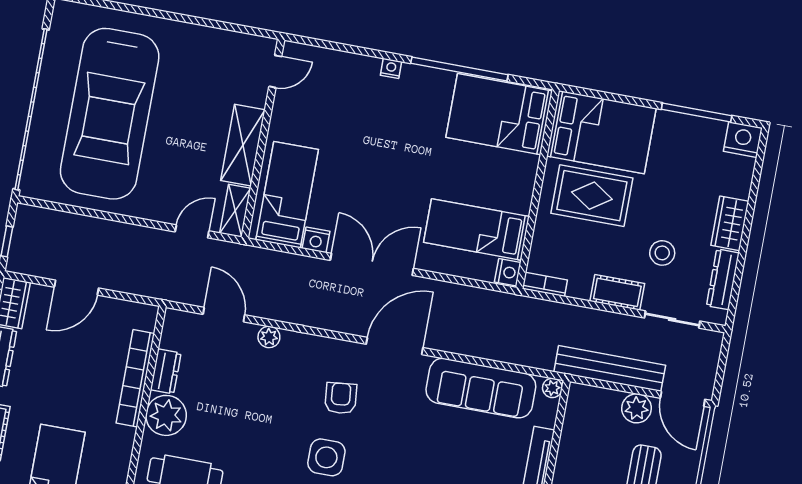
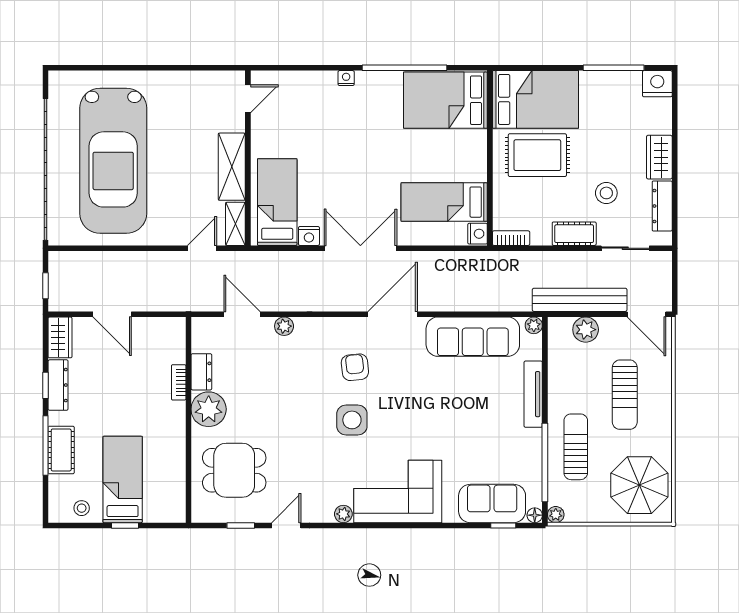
door: (76, 288) -> (112, 314), hinge flipped
bookcase: (135, 378) -> (179, 382), width x0.43, depth x0.76
plant: (637, 408) -> (586, 330), moved

